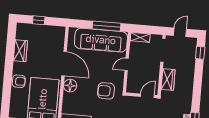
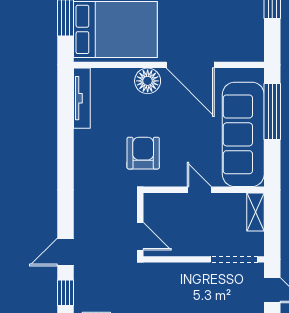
window: (107, 26) -> (272, 112), moved
door: (64, 64) -> (190, 65), hinge flipped
wardrobe: (168, 80) -> (176, 275), removed

